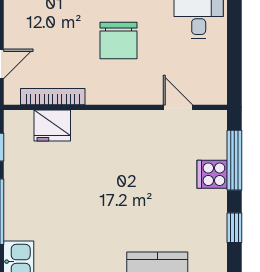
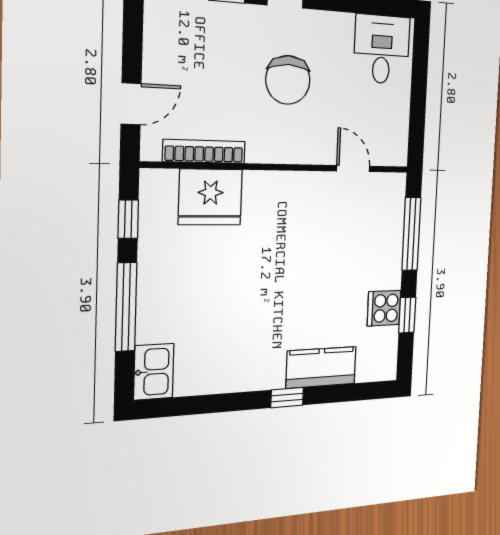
fridge: (52, 125) -> (210, 197), width x1.36, depth x1.34
cooker: (212, 174) -> (384, 308), moved

